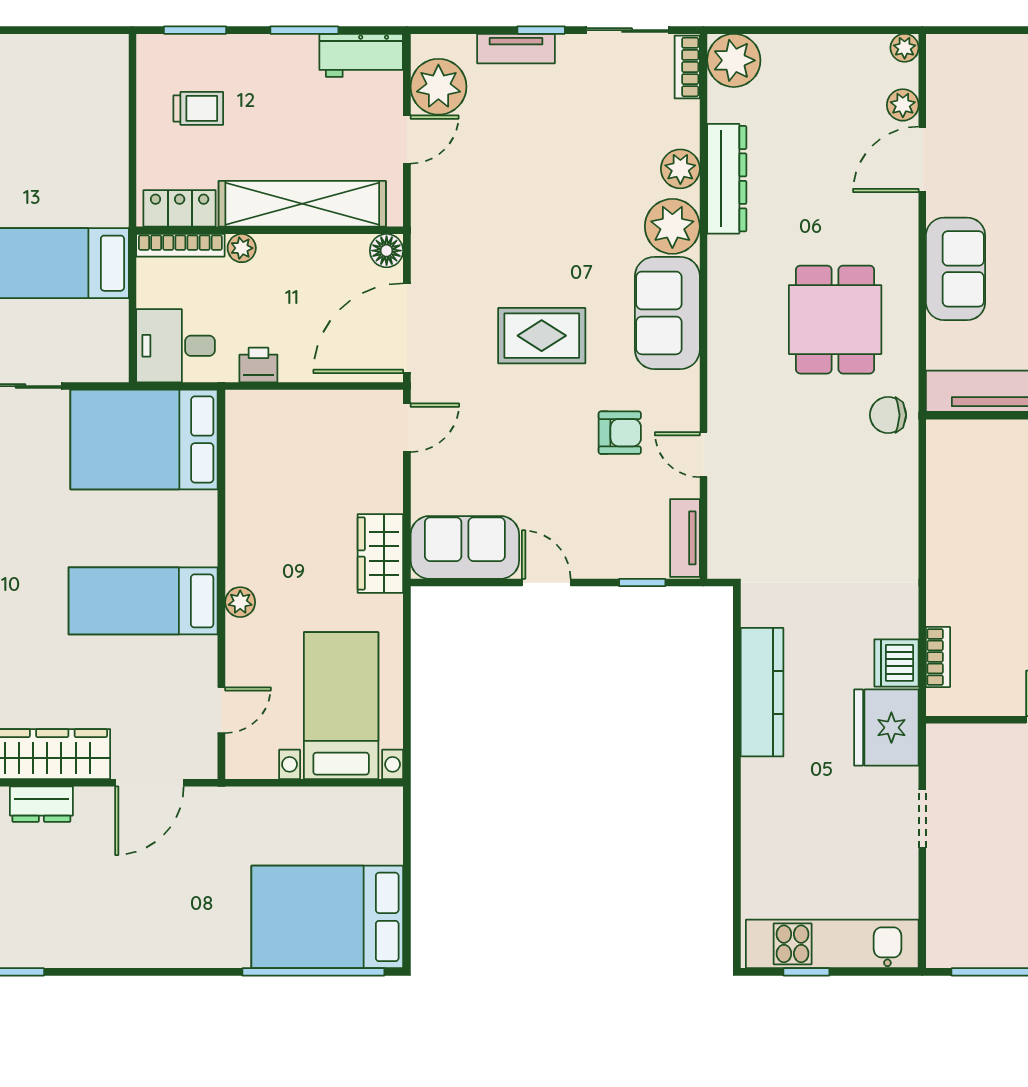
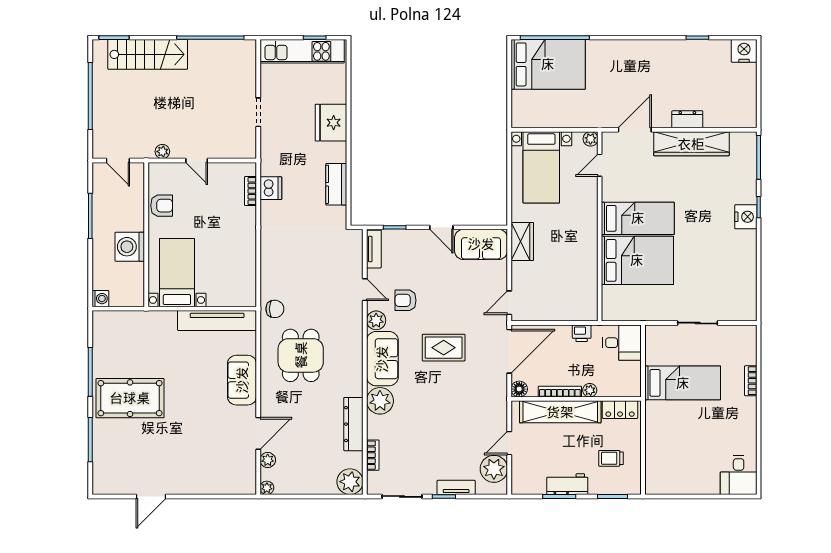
workbench: (361, 55) -> (567, 484), moved
bookcase: (687, 67) -> (373, 455), moved
plant: (680, 169) -> (376, 320), moved
bookcase: (180, 245) -> (560, 392), moved
bed: (144, 439) -> (637, 260), moved
plant: (240, 602) -> (590, 139), moved
kitchen counter: (762, 692) -> (336, 184), width x0.67
fridge: (886, 728) -> (331, 123), moved, turned 180

